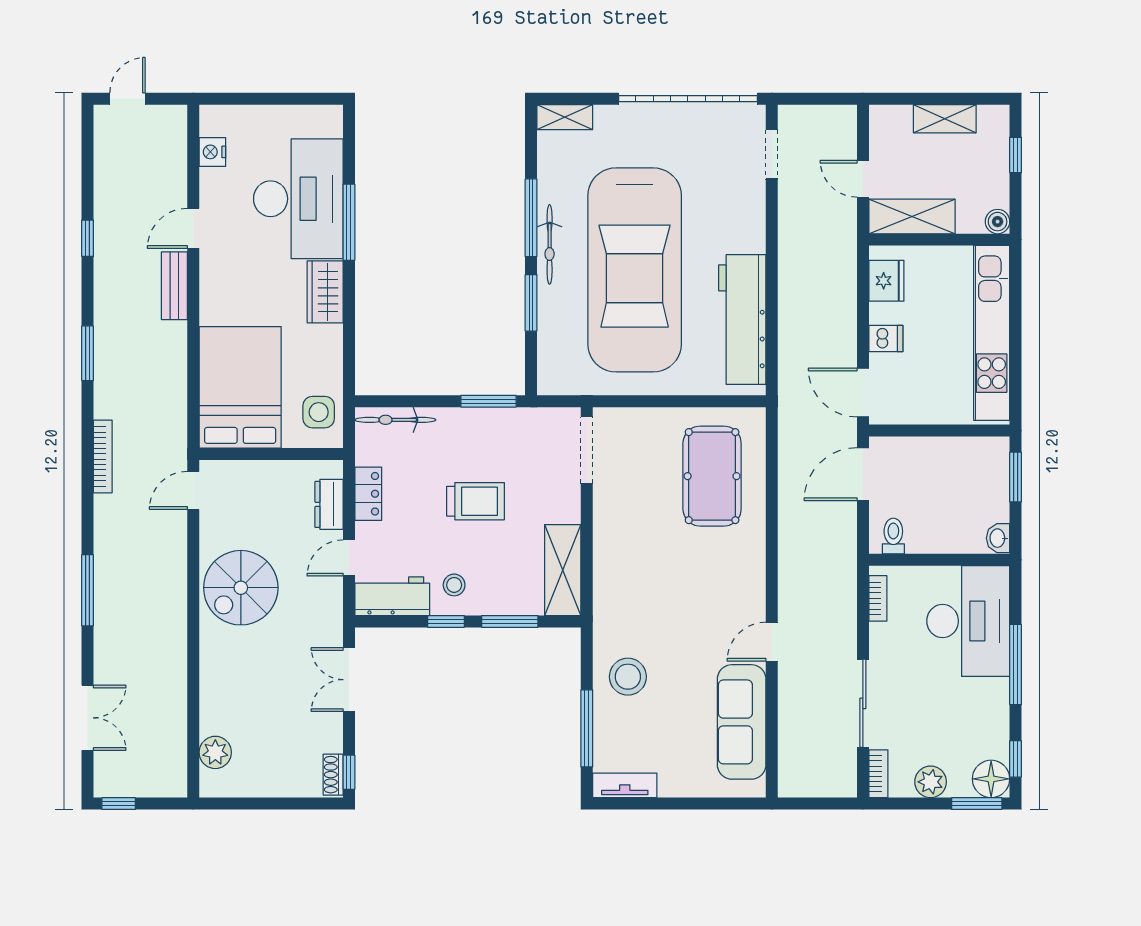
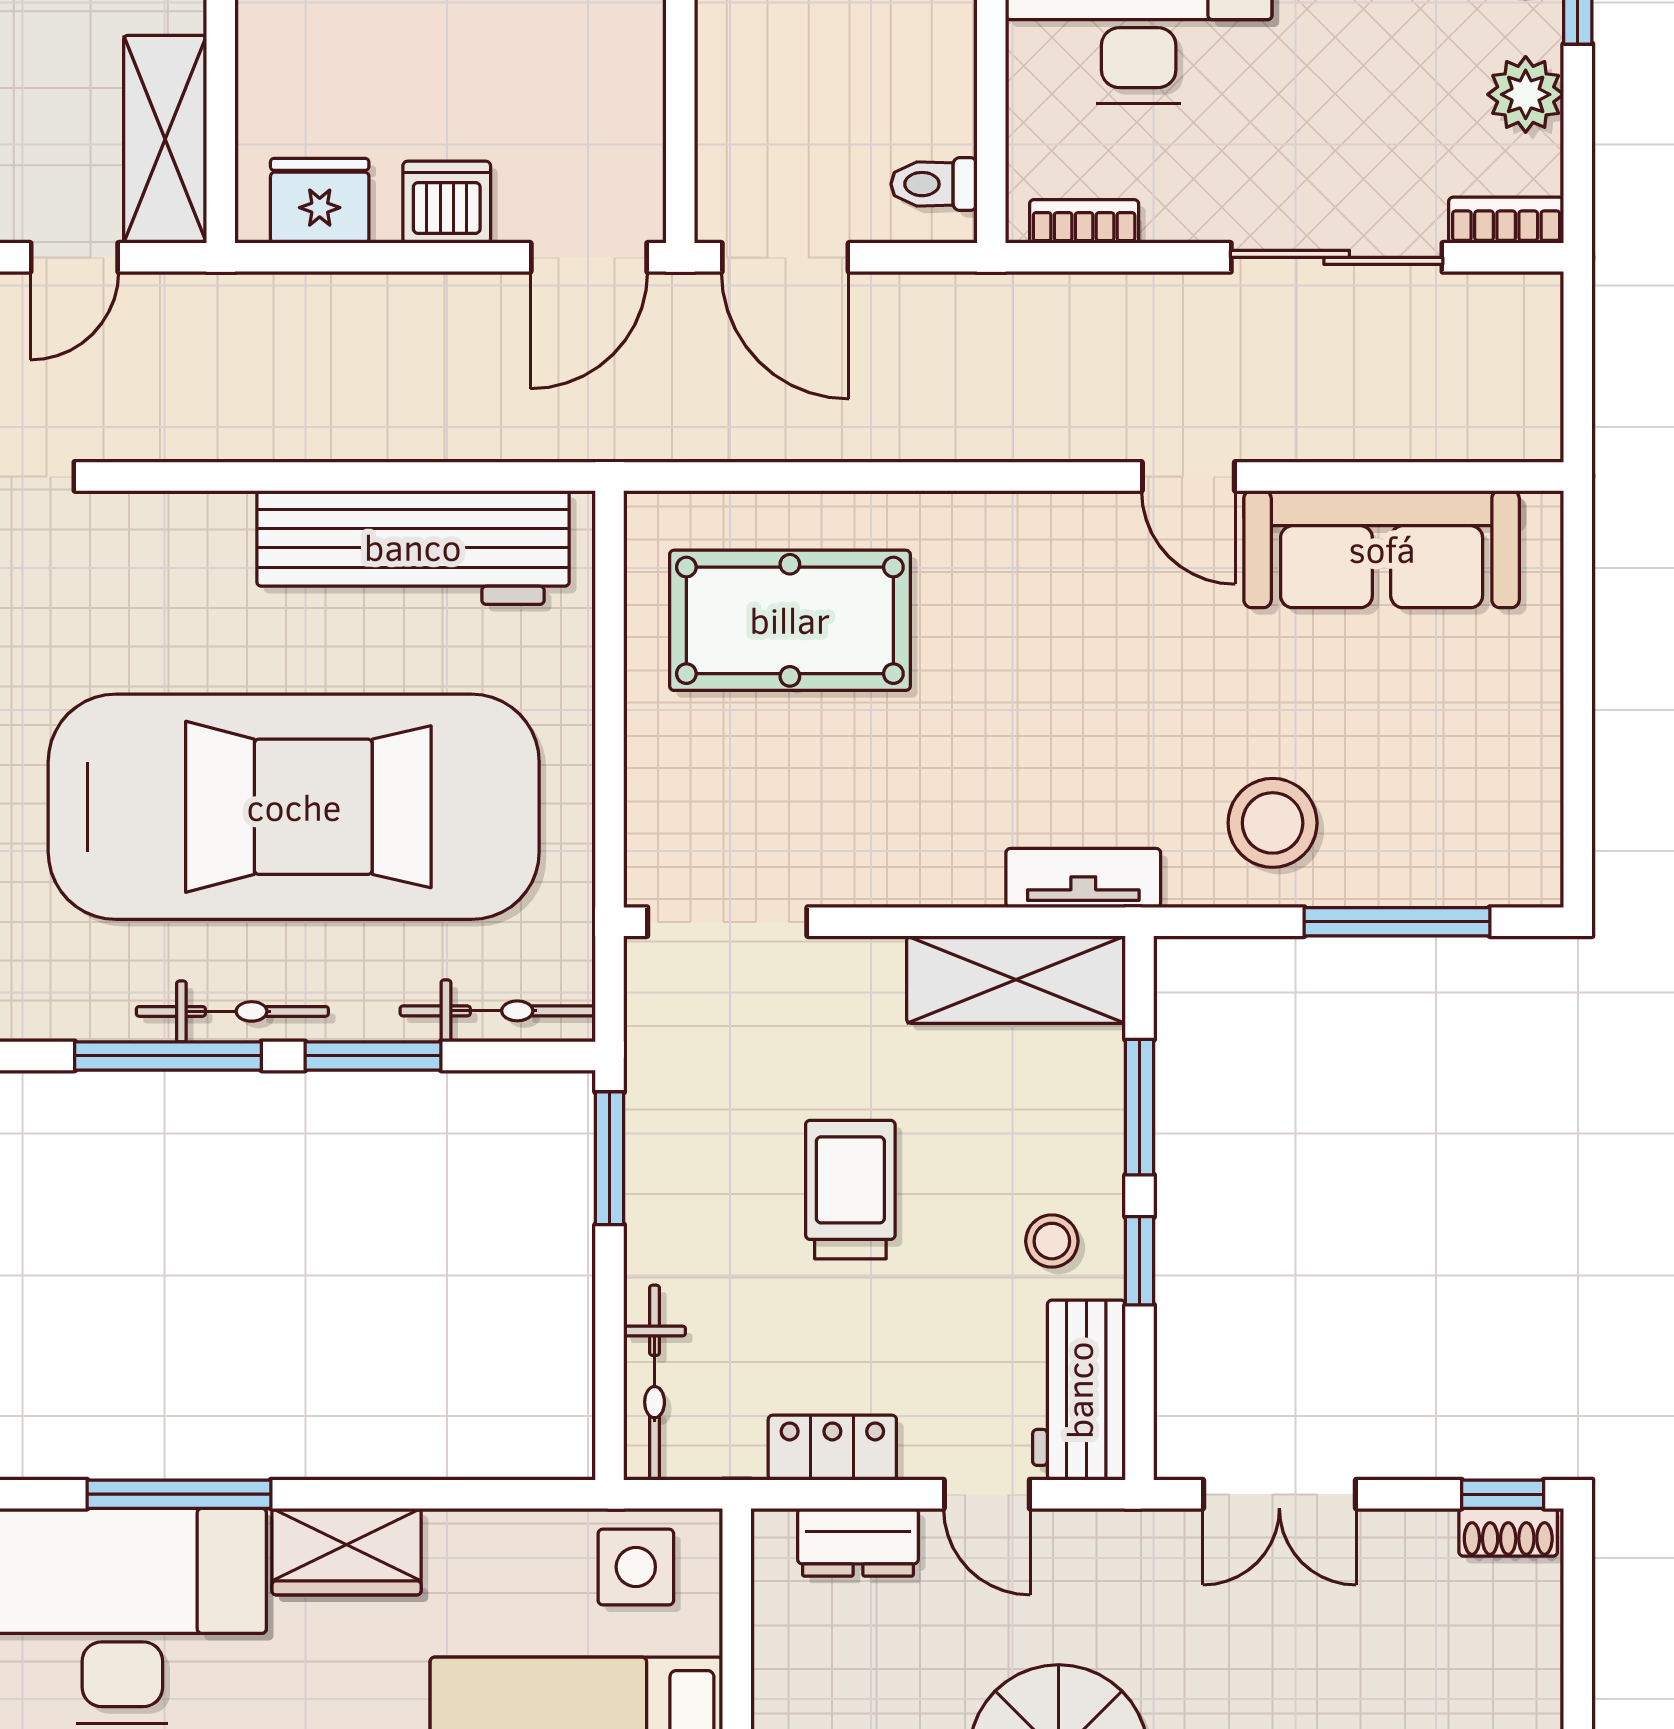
dishwasher: (886, 338) -> (447, 202), width x1.38
bicycle: (550, 355) -> (498, 1011), added
tv unit: (625, 785) -> (1083, 878), moved, turned 90

